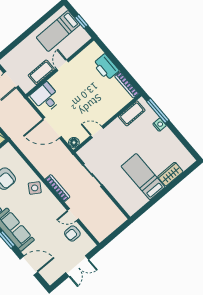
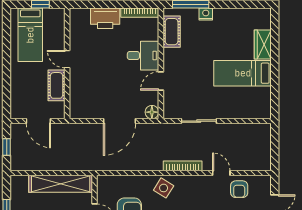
desk: (46, 98) -> (143, 56), moved, turned 180
door: (73, 215) -> (221, 173), swing flipped

